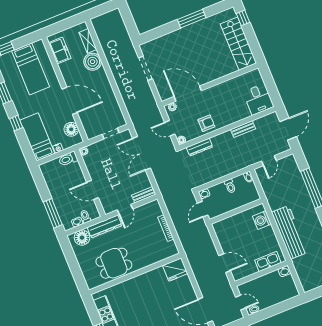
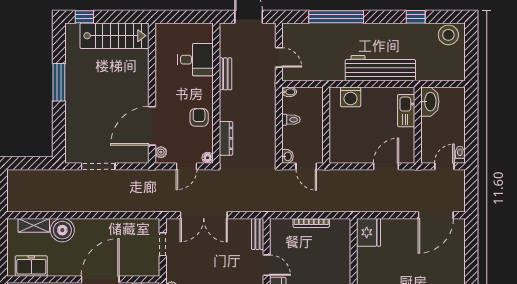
desk: (258, 99) -> (196, 60), moved
washbasin: (284, 271) -> (430, 102), width x1.91, depth x1.45

